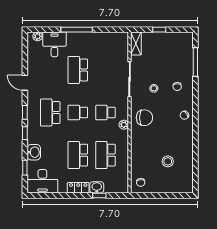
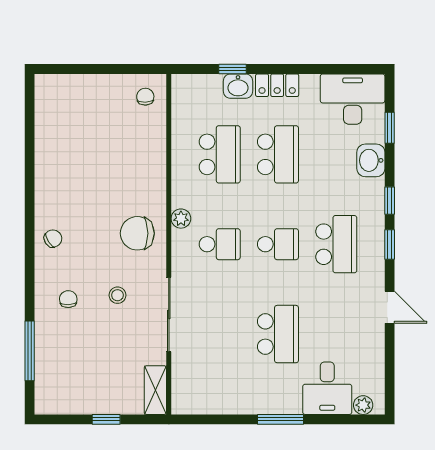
window: (77, 30) -> (281, 419), width x0.69
stool: (168, 161) -> (88, 141), removed

